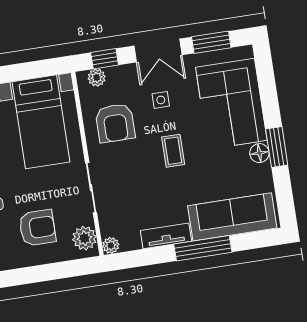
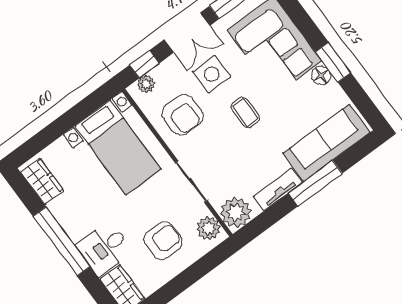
side table: (161, 100) -> (212, 74), width x1.87, depth x1.87
plant: (111, 245) -> (236, 213), width x1.87, depth x1.87

